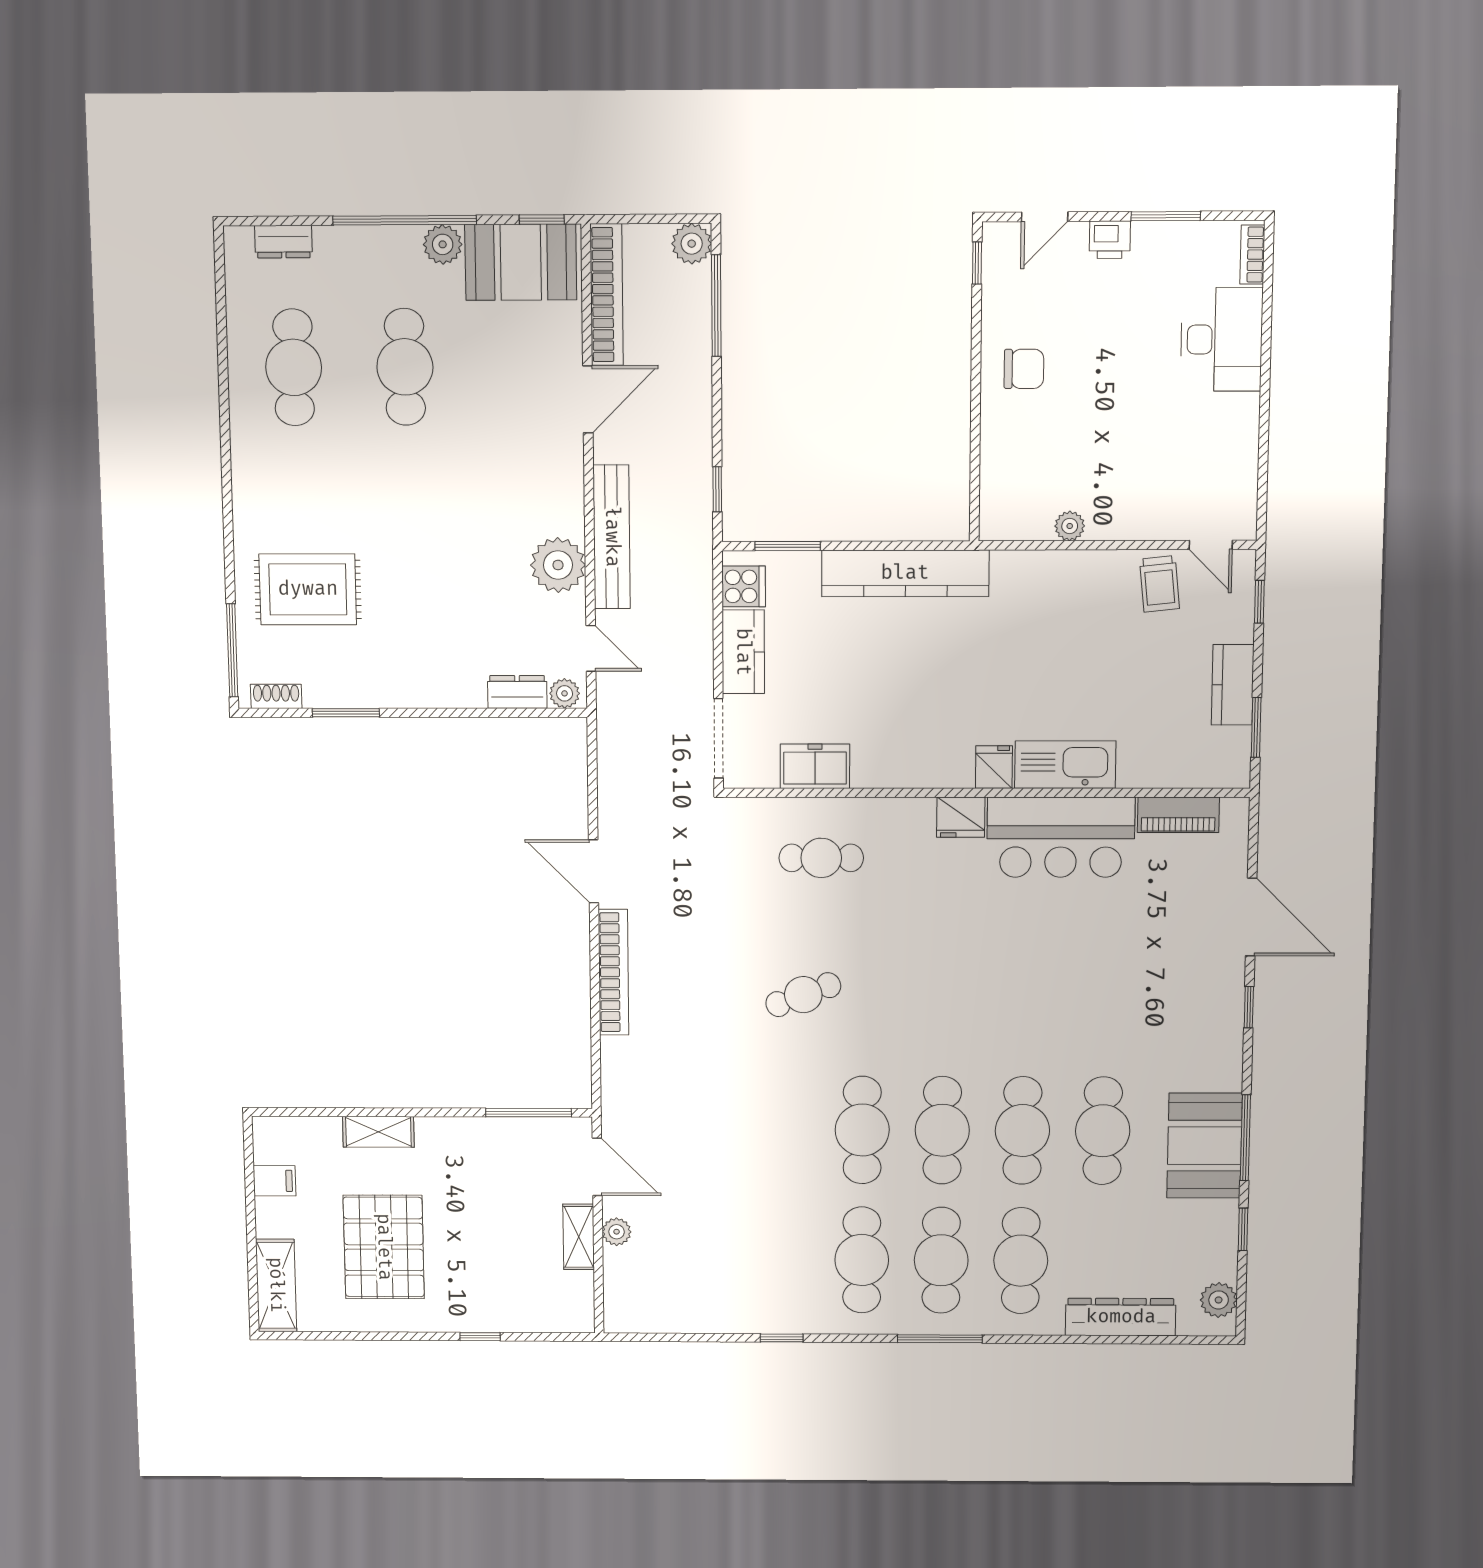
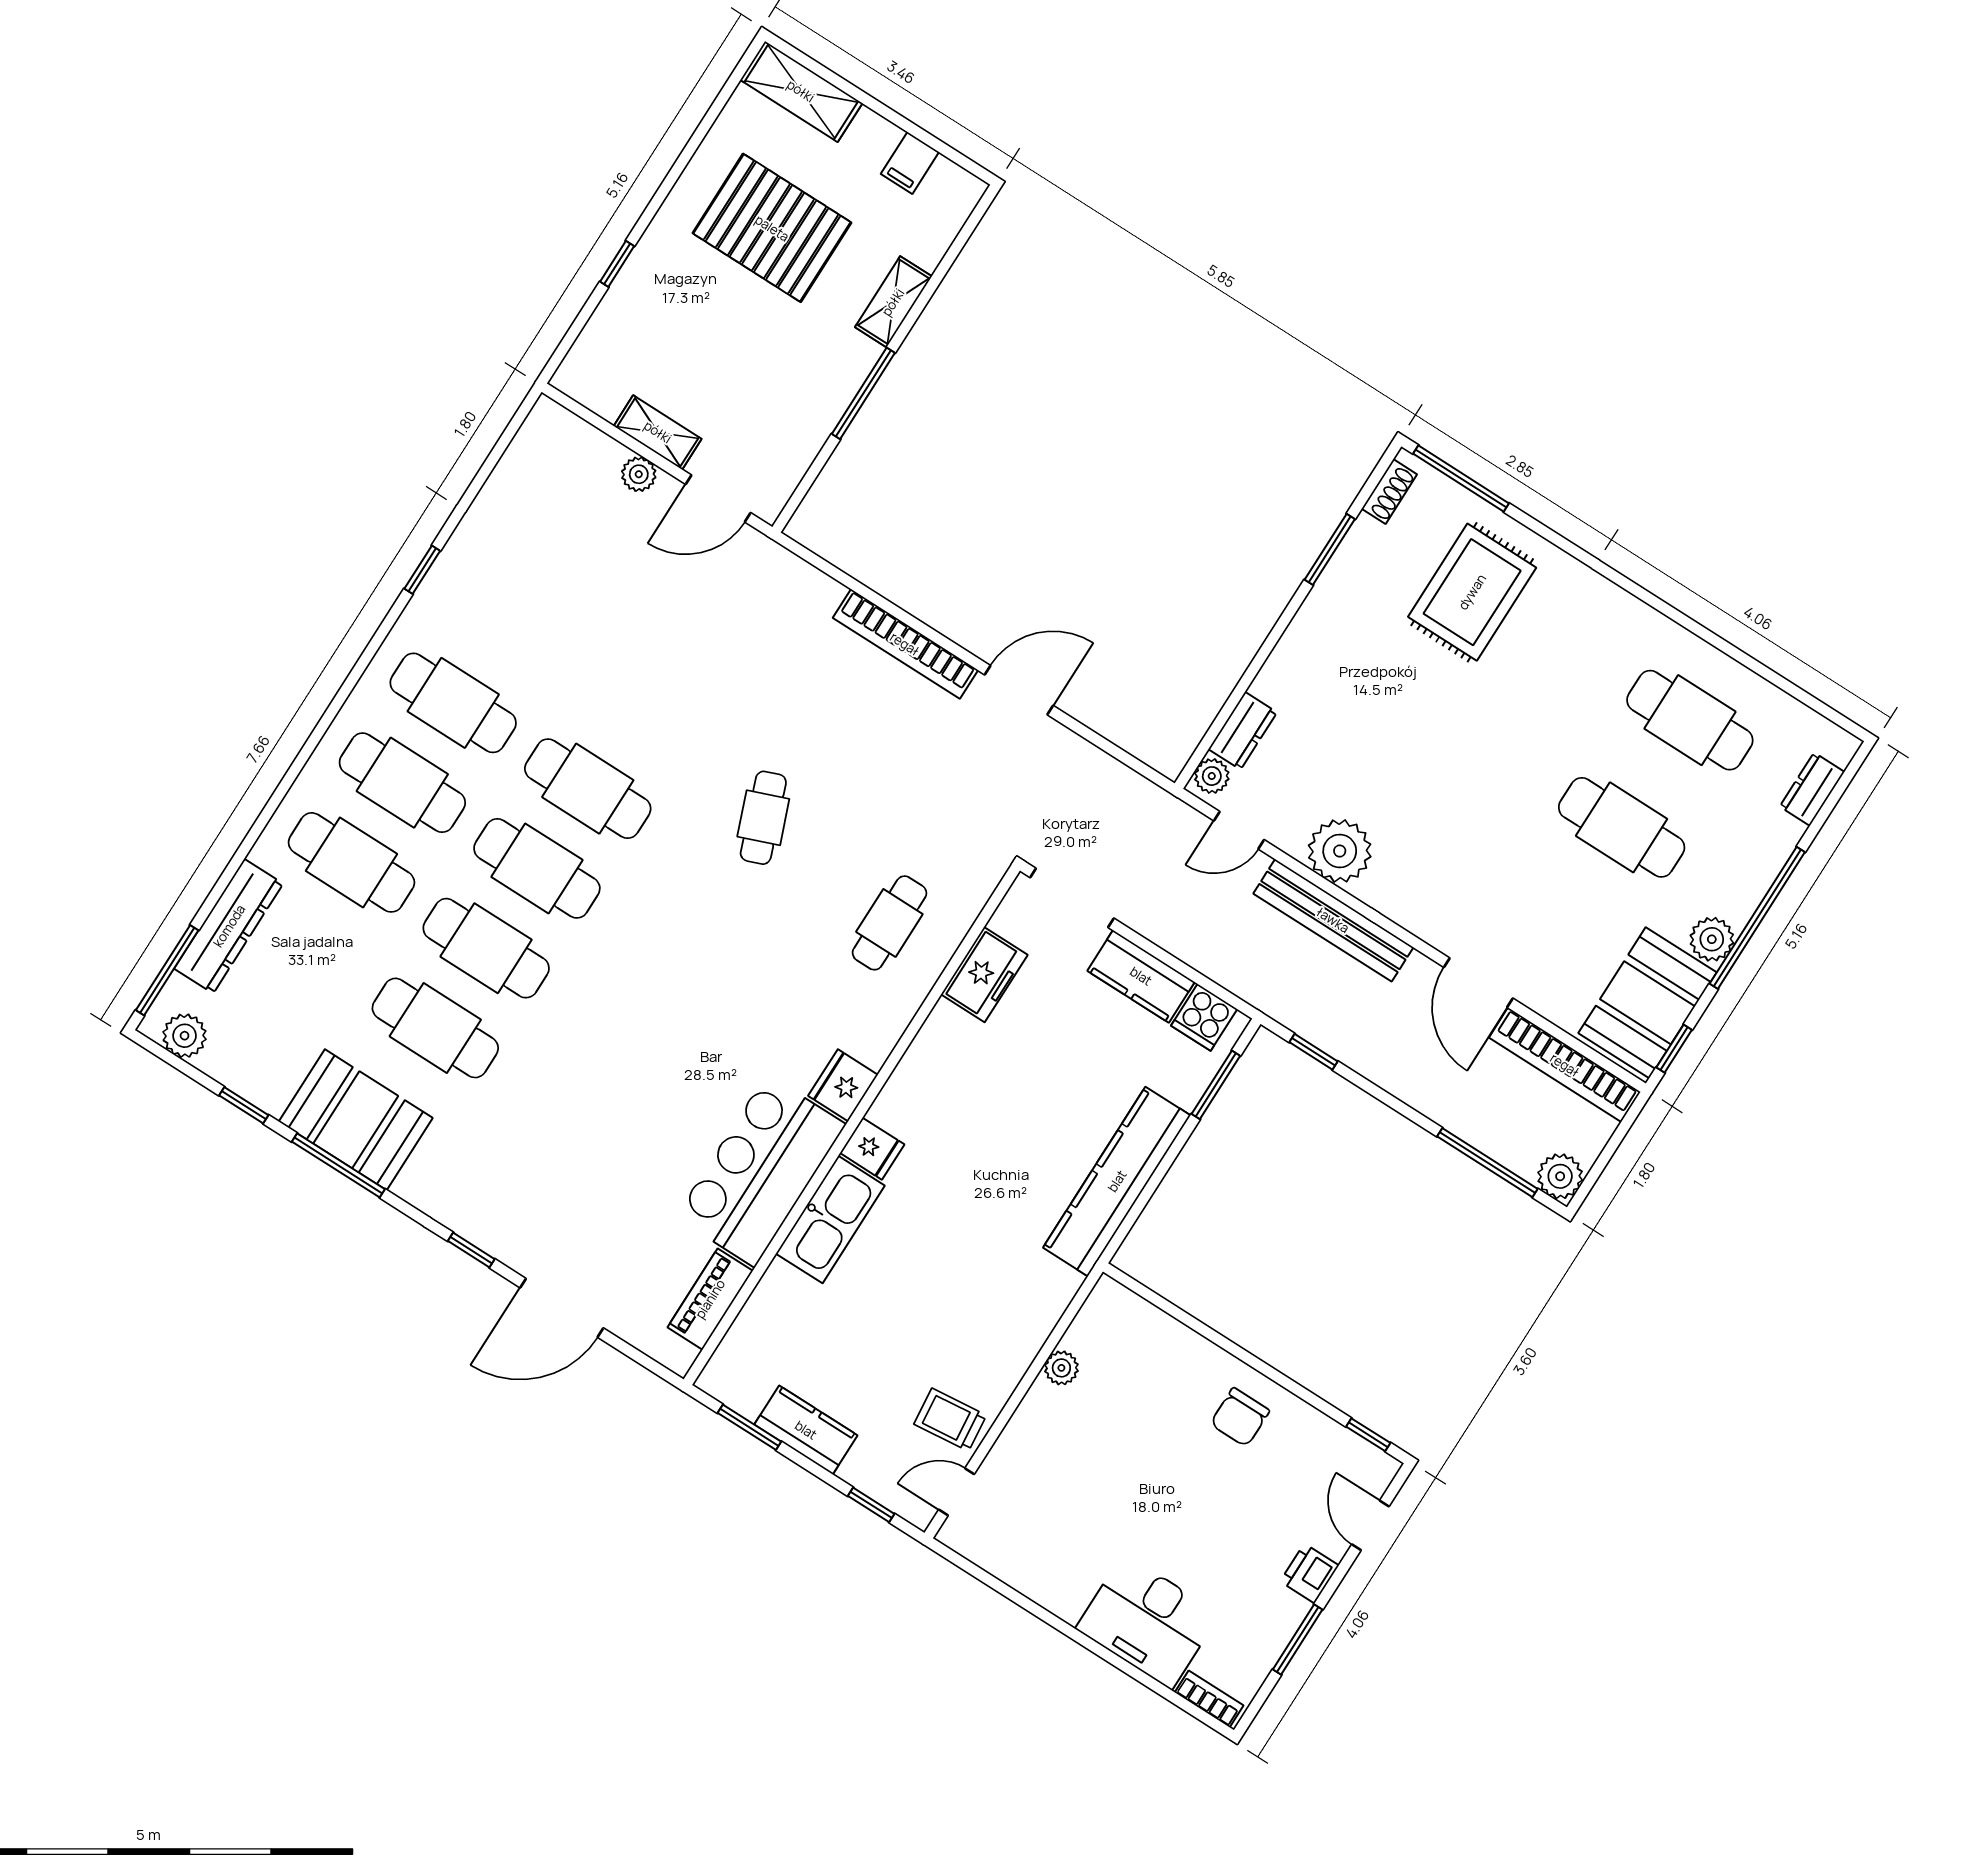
window: (528, 1113) -> (863, 393), moved
window: (940, 1339) -> (167, 970), moved

